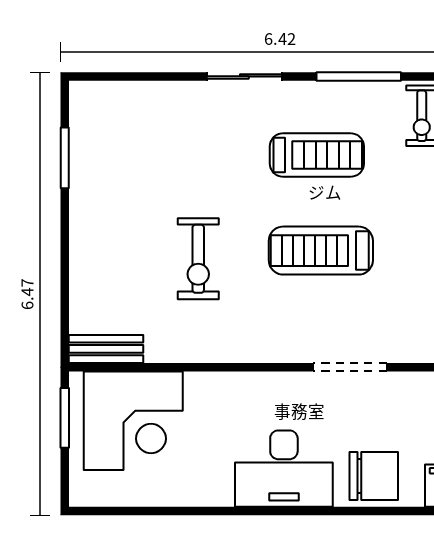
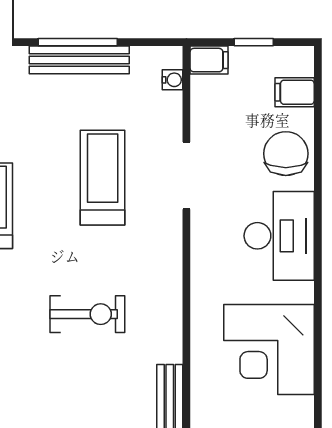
treadmill: (321, 251) -> (103, 178), moved, turned 180
corner desk: (133, 421) -> (269, 350), moved, turned 180

